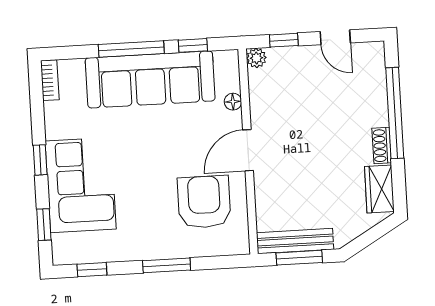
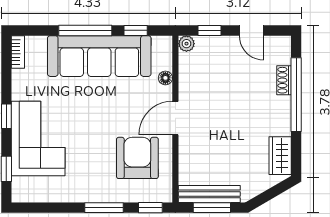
shoe rack: (382, 146) -> (284, 80), moved
window: (92, 270) -> (150, 208), moved

